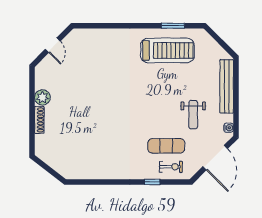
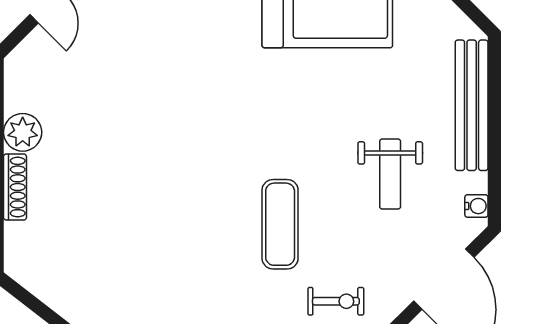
exercise mat: (166, 146) -> (280, 224), moved, turned 90

